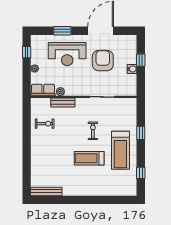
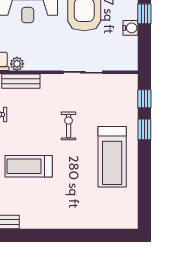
treadmill: (89, 158) -> (29, 166), moved
window: (141, 173) -> (144, 99), moved

